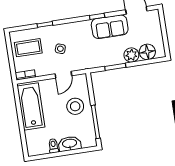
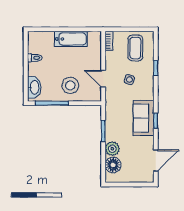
sofa: (110, 27) -> (144, 118), moved
bathtub: (31, 106) -> (71, 39), width x0.73, depth x0.73
washbasin: (70, 144) -> (34, 87), moved

